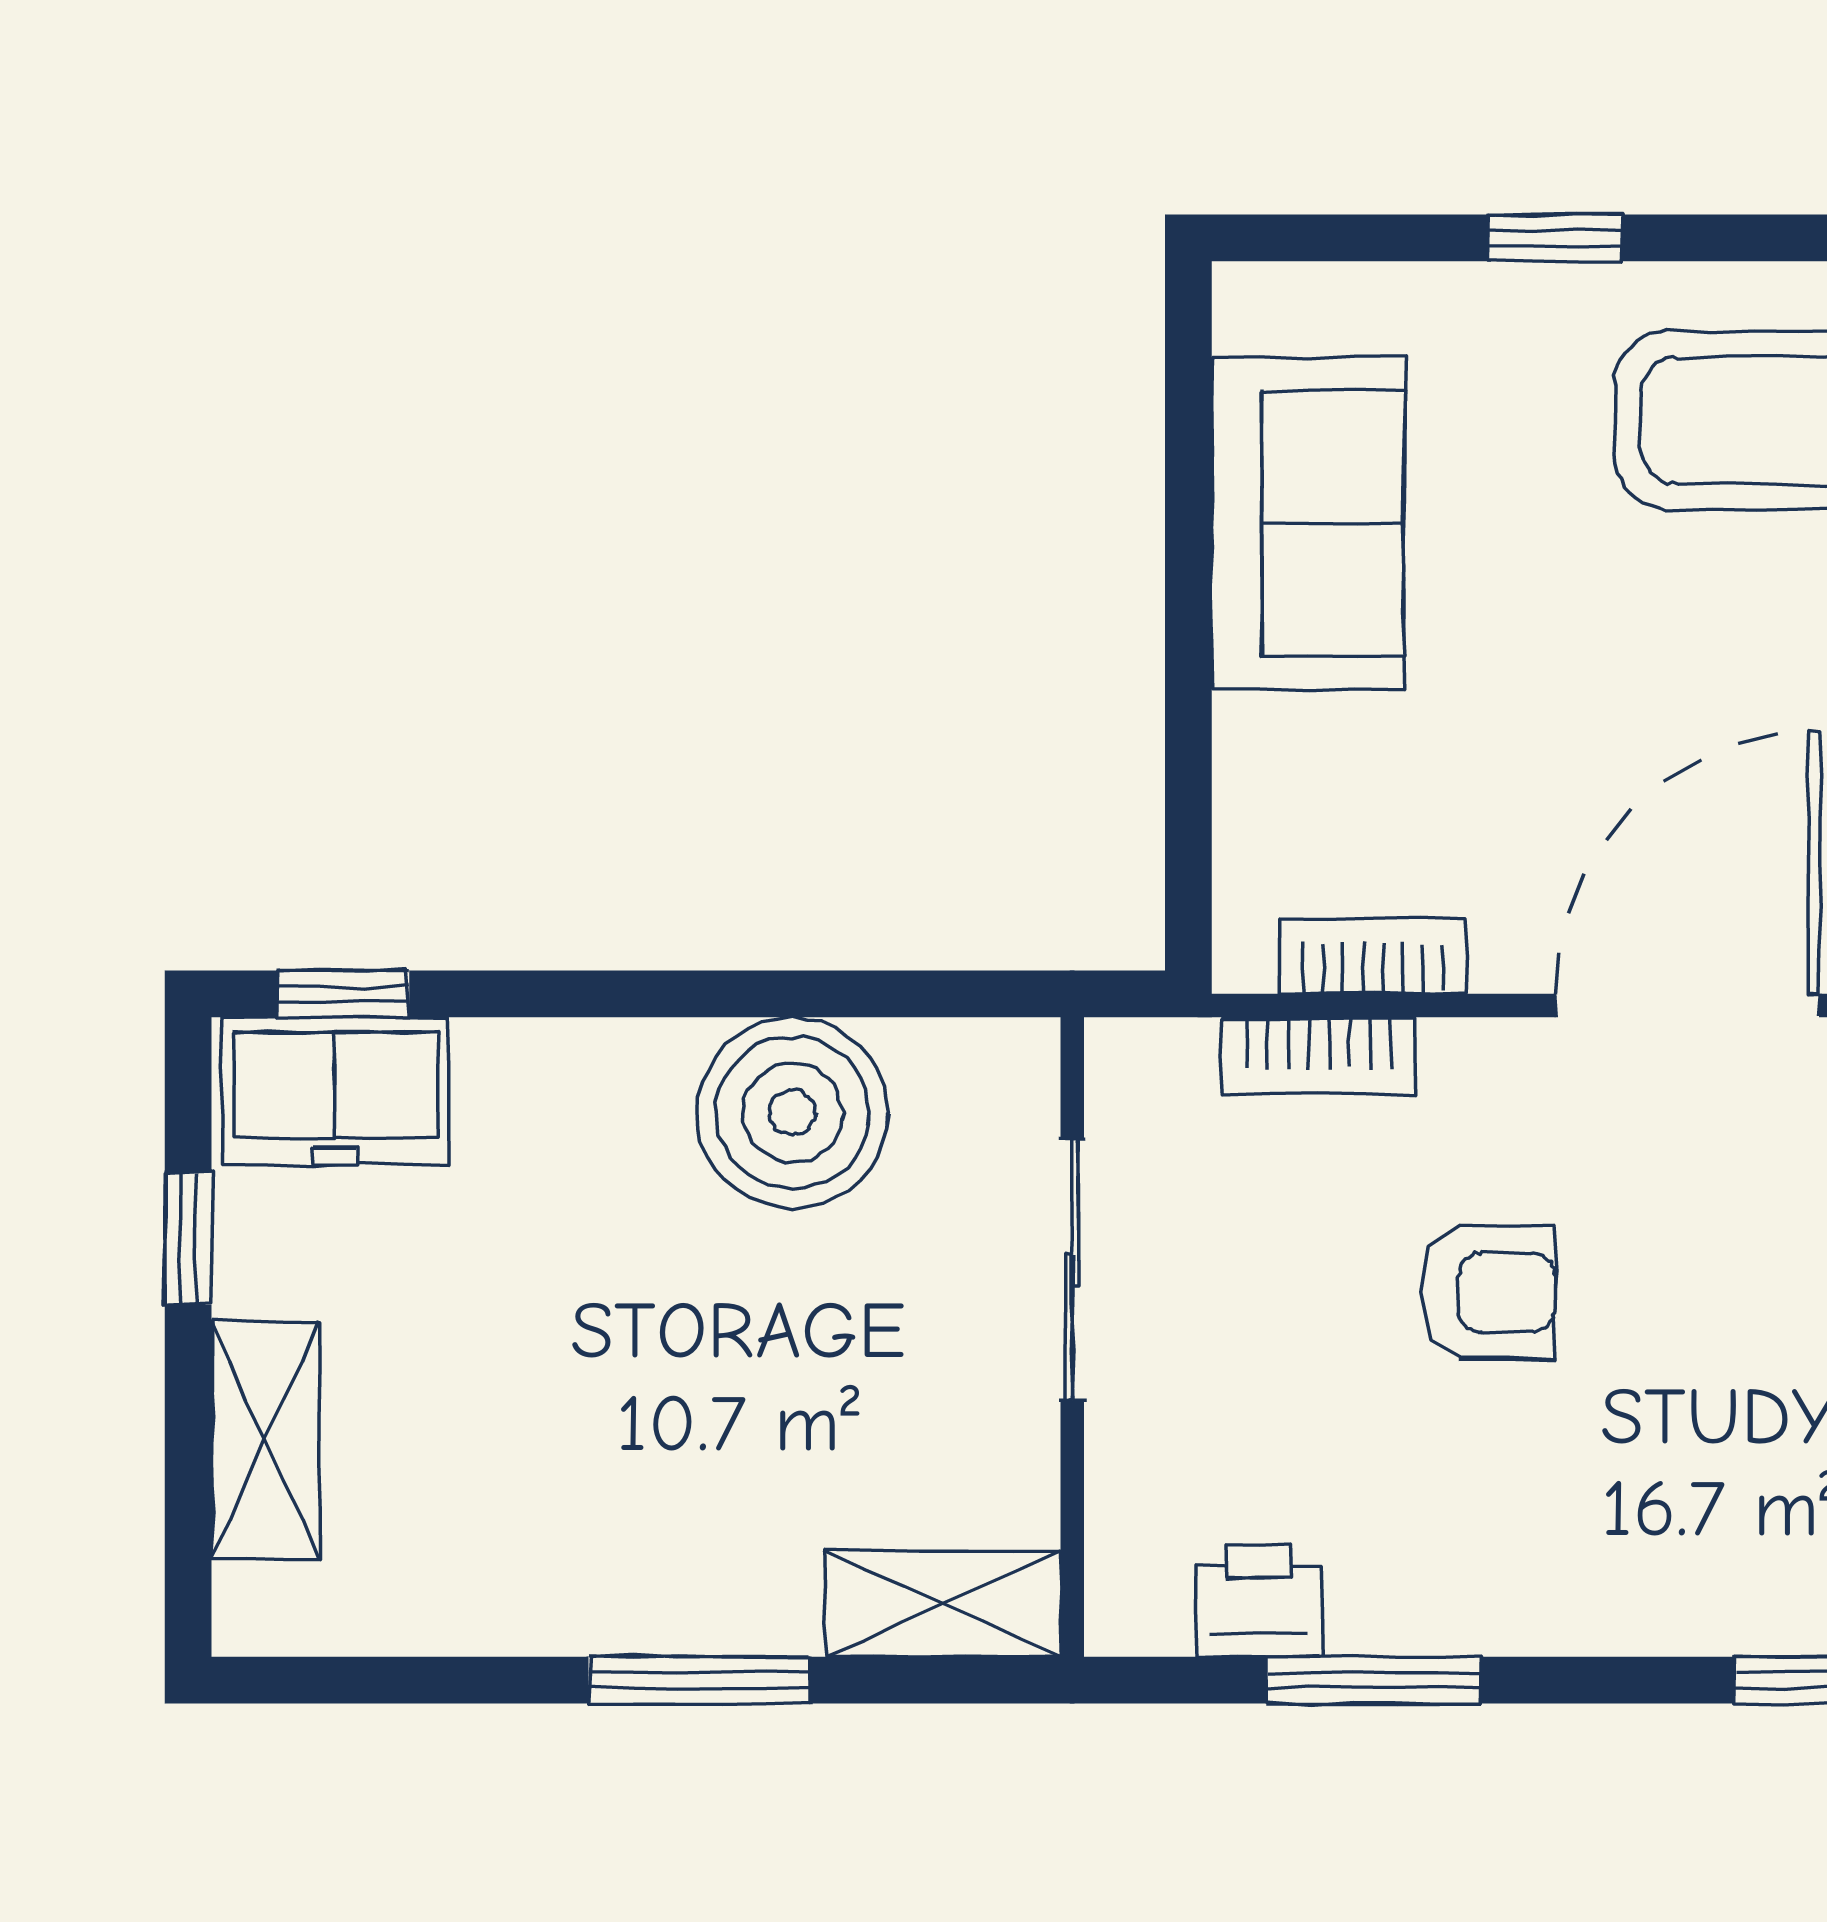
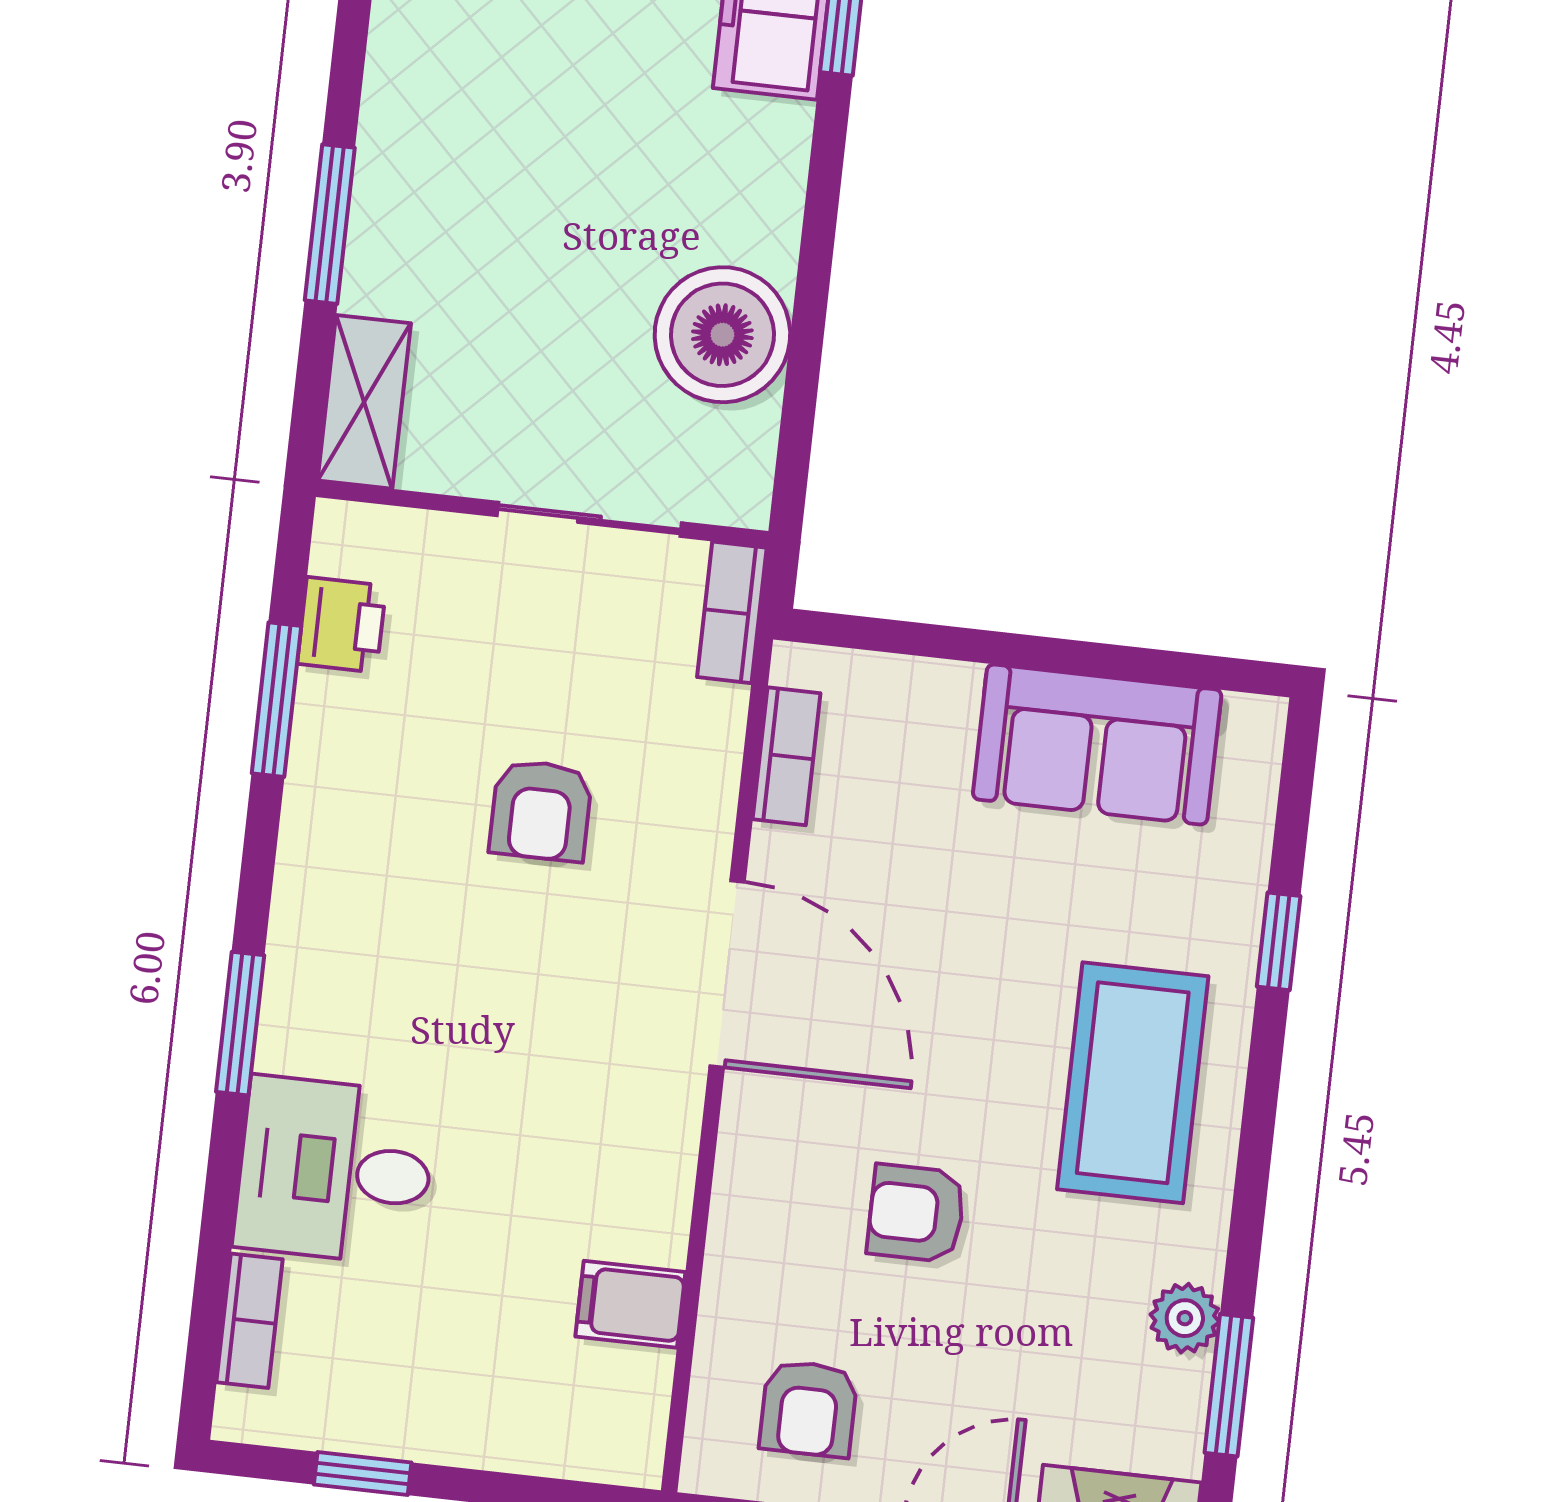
bookcase: (1319, 1056) -> (732, 612), moved

